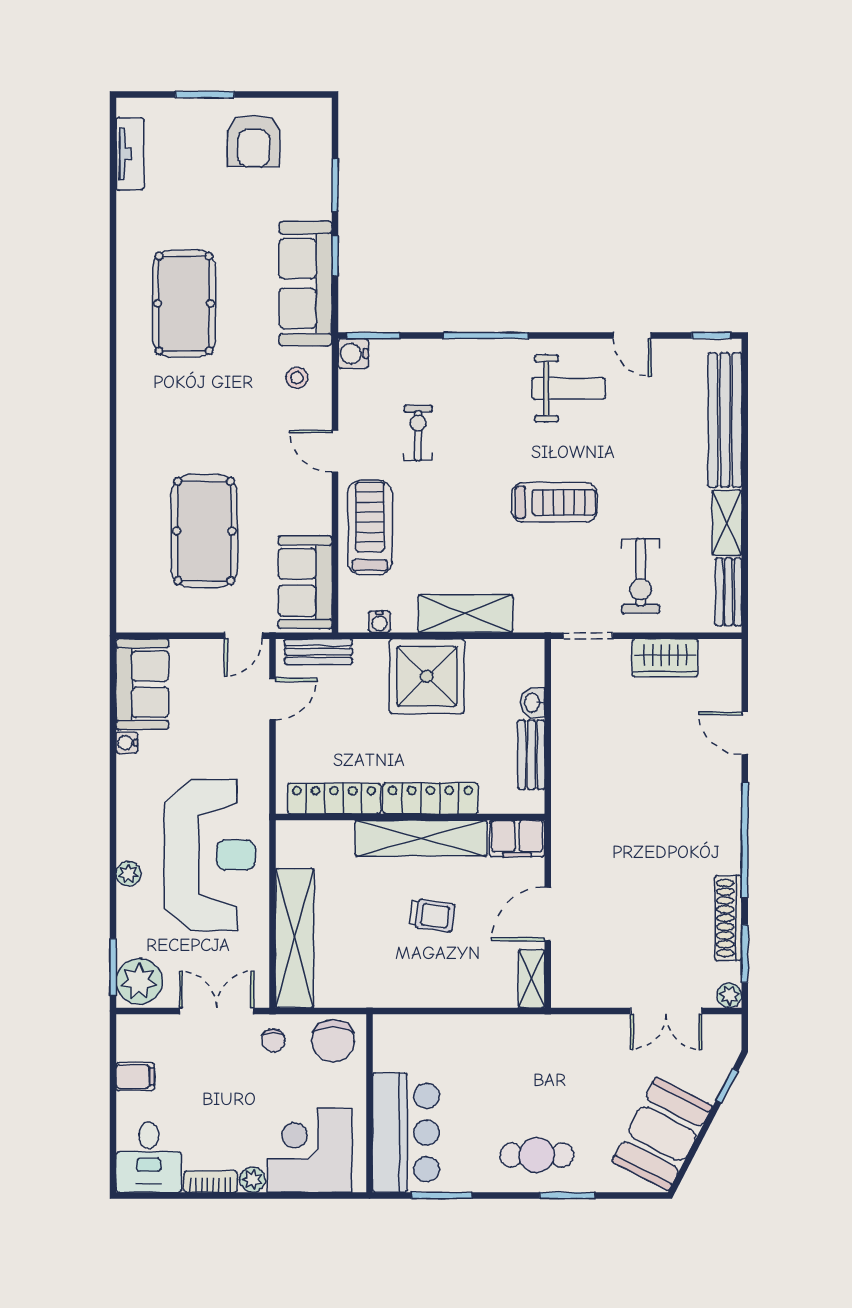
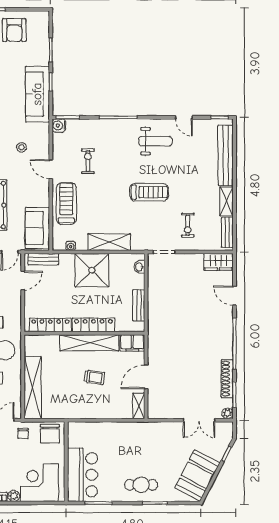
stool: (297, 378) -> (22, 147), moved
exercise bike: (641, 576) -> (188, 225), width x0.73, depth x0.72
wardrobe: (665, 658) -> (218, 262), moved
washbasin: (533, 703) -> (139, 267), moved

